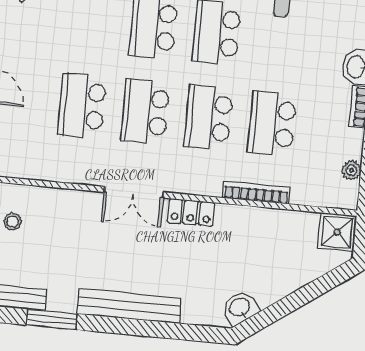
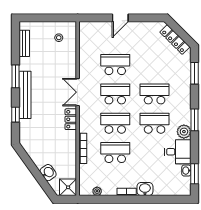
washbasin: (240, 308) -> (48, 173), moved
window: (52, 319) -> (16, 76), moved
window: (170, 331) -> (16, 115), added

